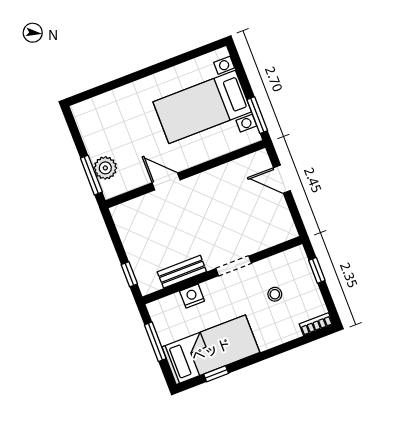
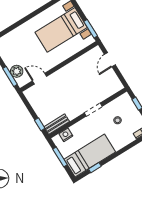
door: (282, 179) -> (110, 60), hinge flipped
door: (166, 181) -> (40, 79), moved
bench: (182, 272) -> (57, 124), moved
nightstand: (192, 296) -> (66, 135), moved

